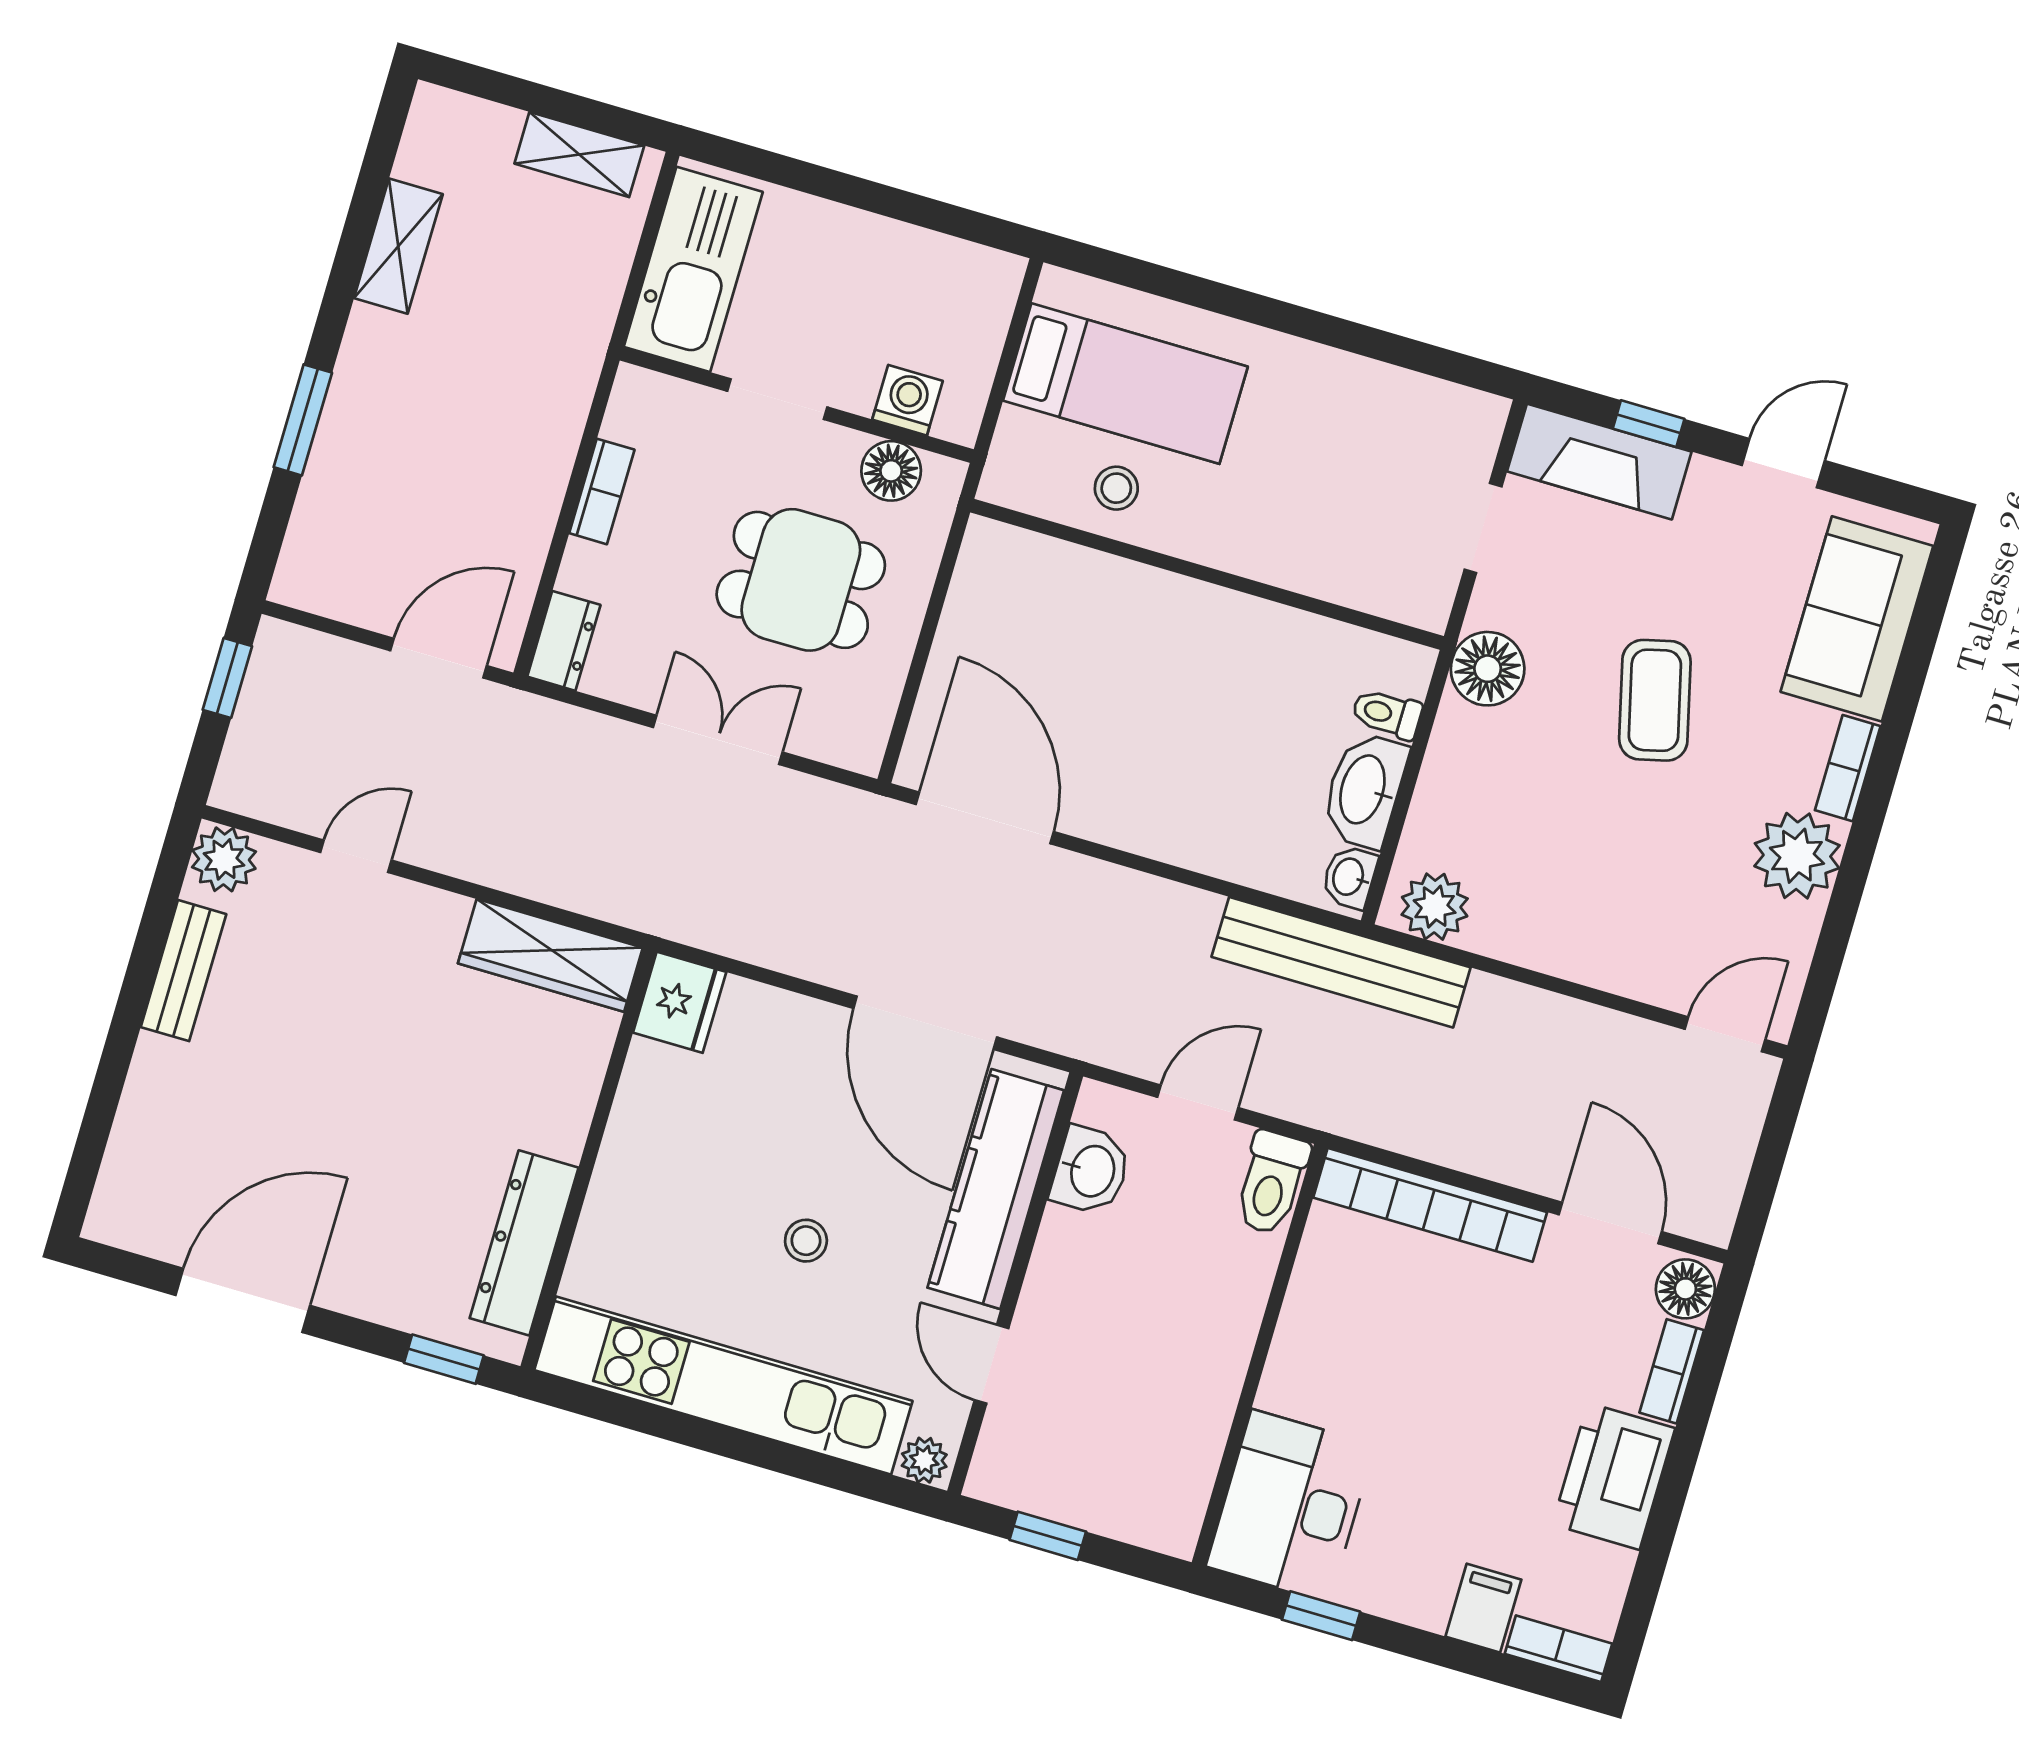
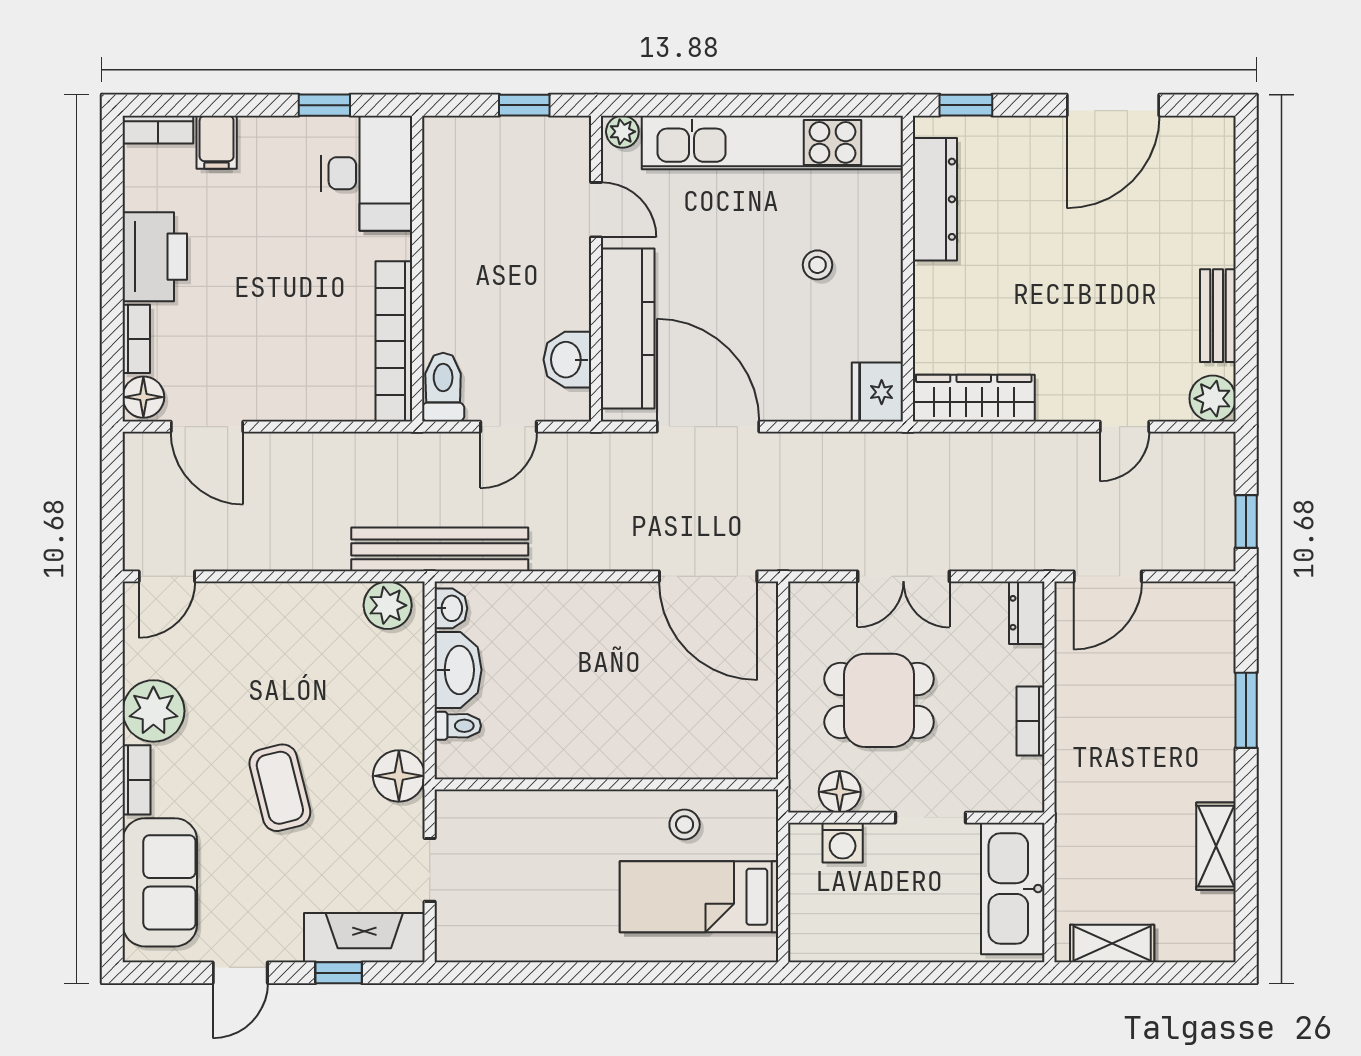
bookcase: (1430, 1205) -> (394, 341), moved, turned -90
stool: (806, 1241) -> (817, 265), moved

